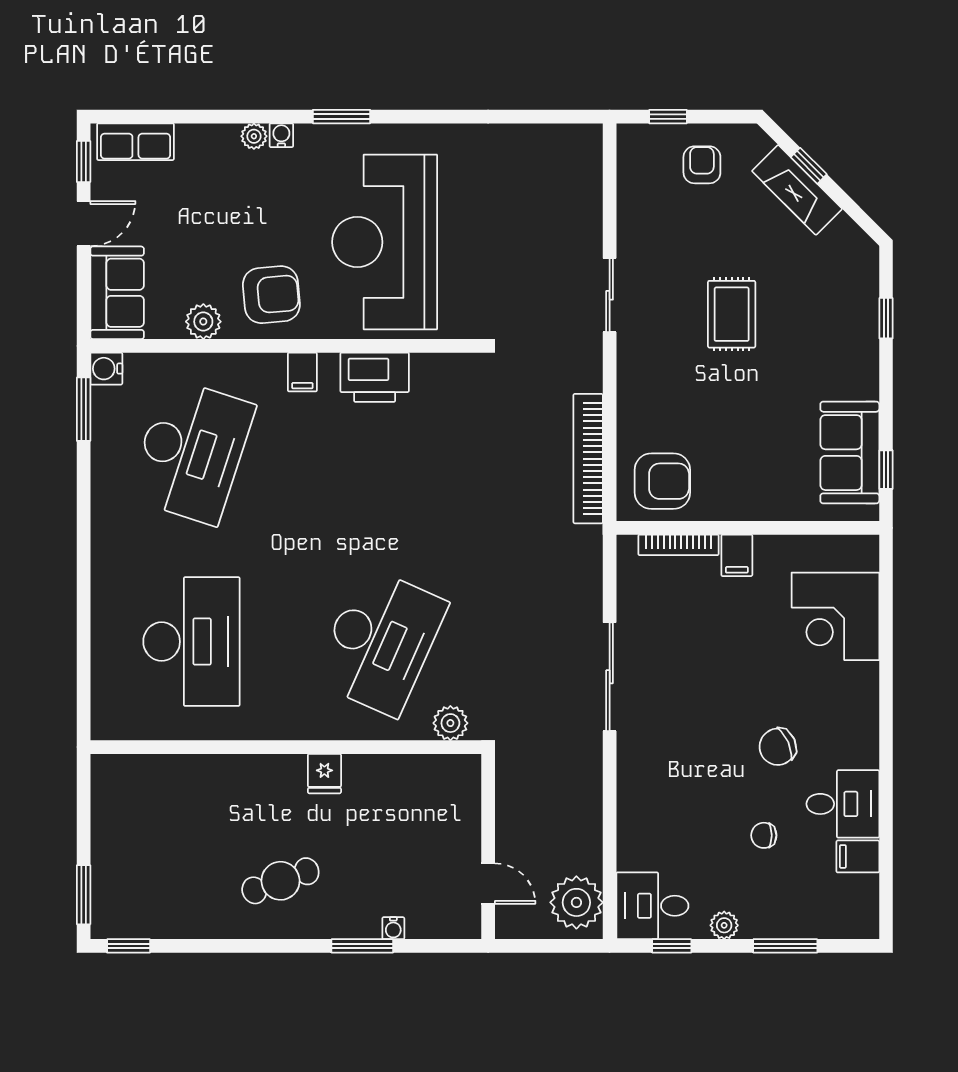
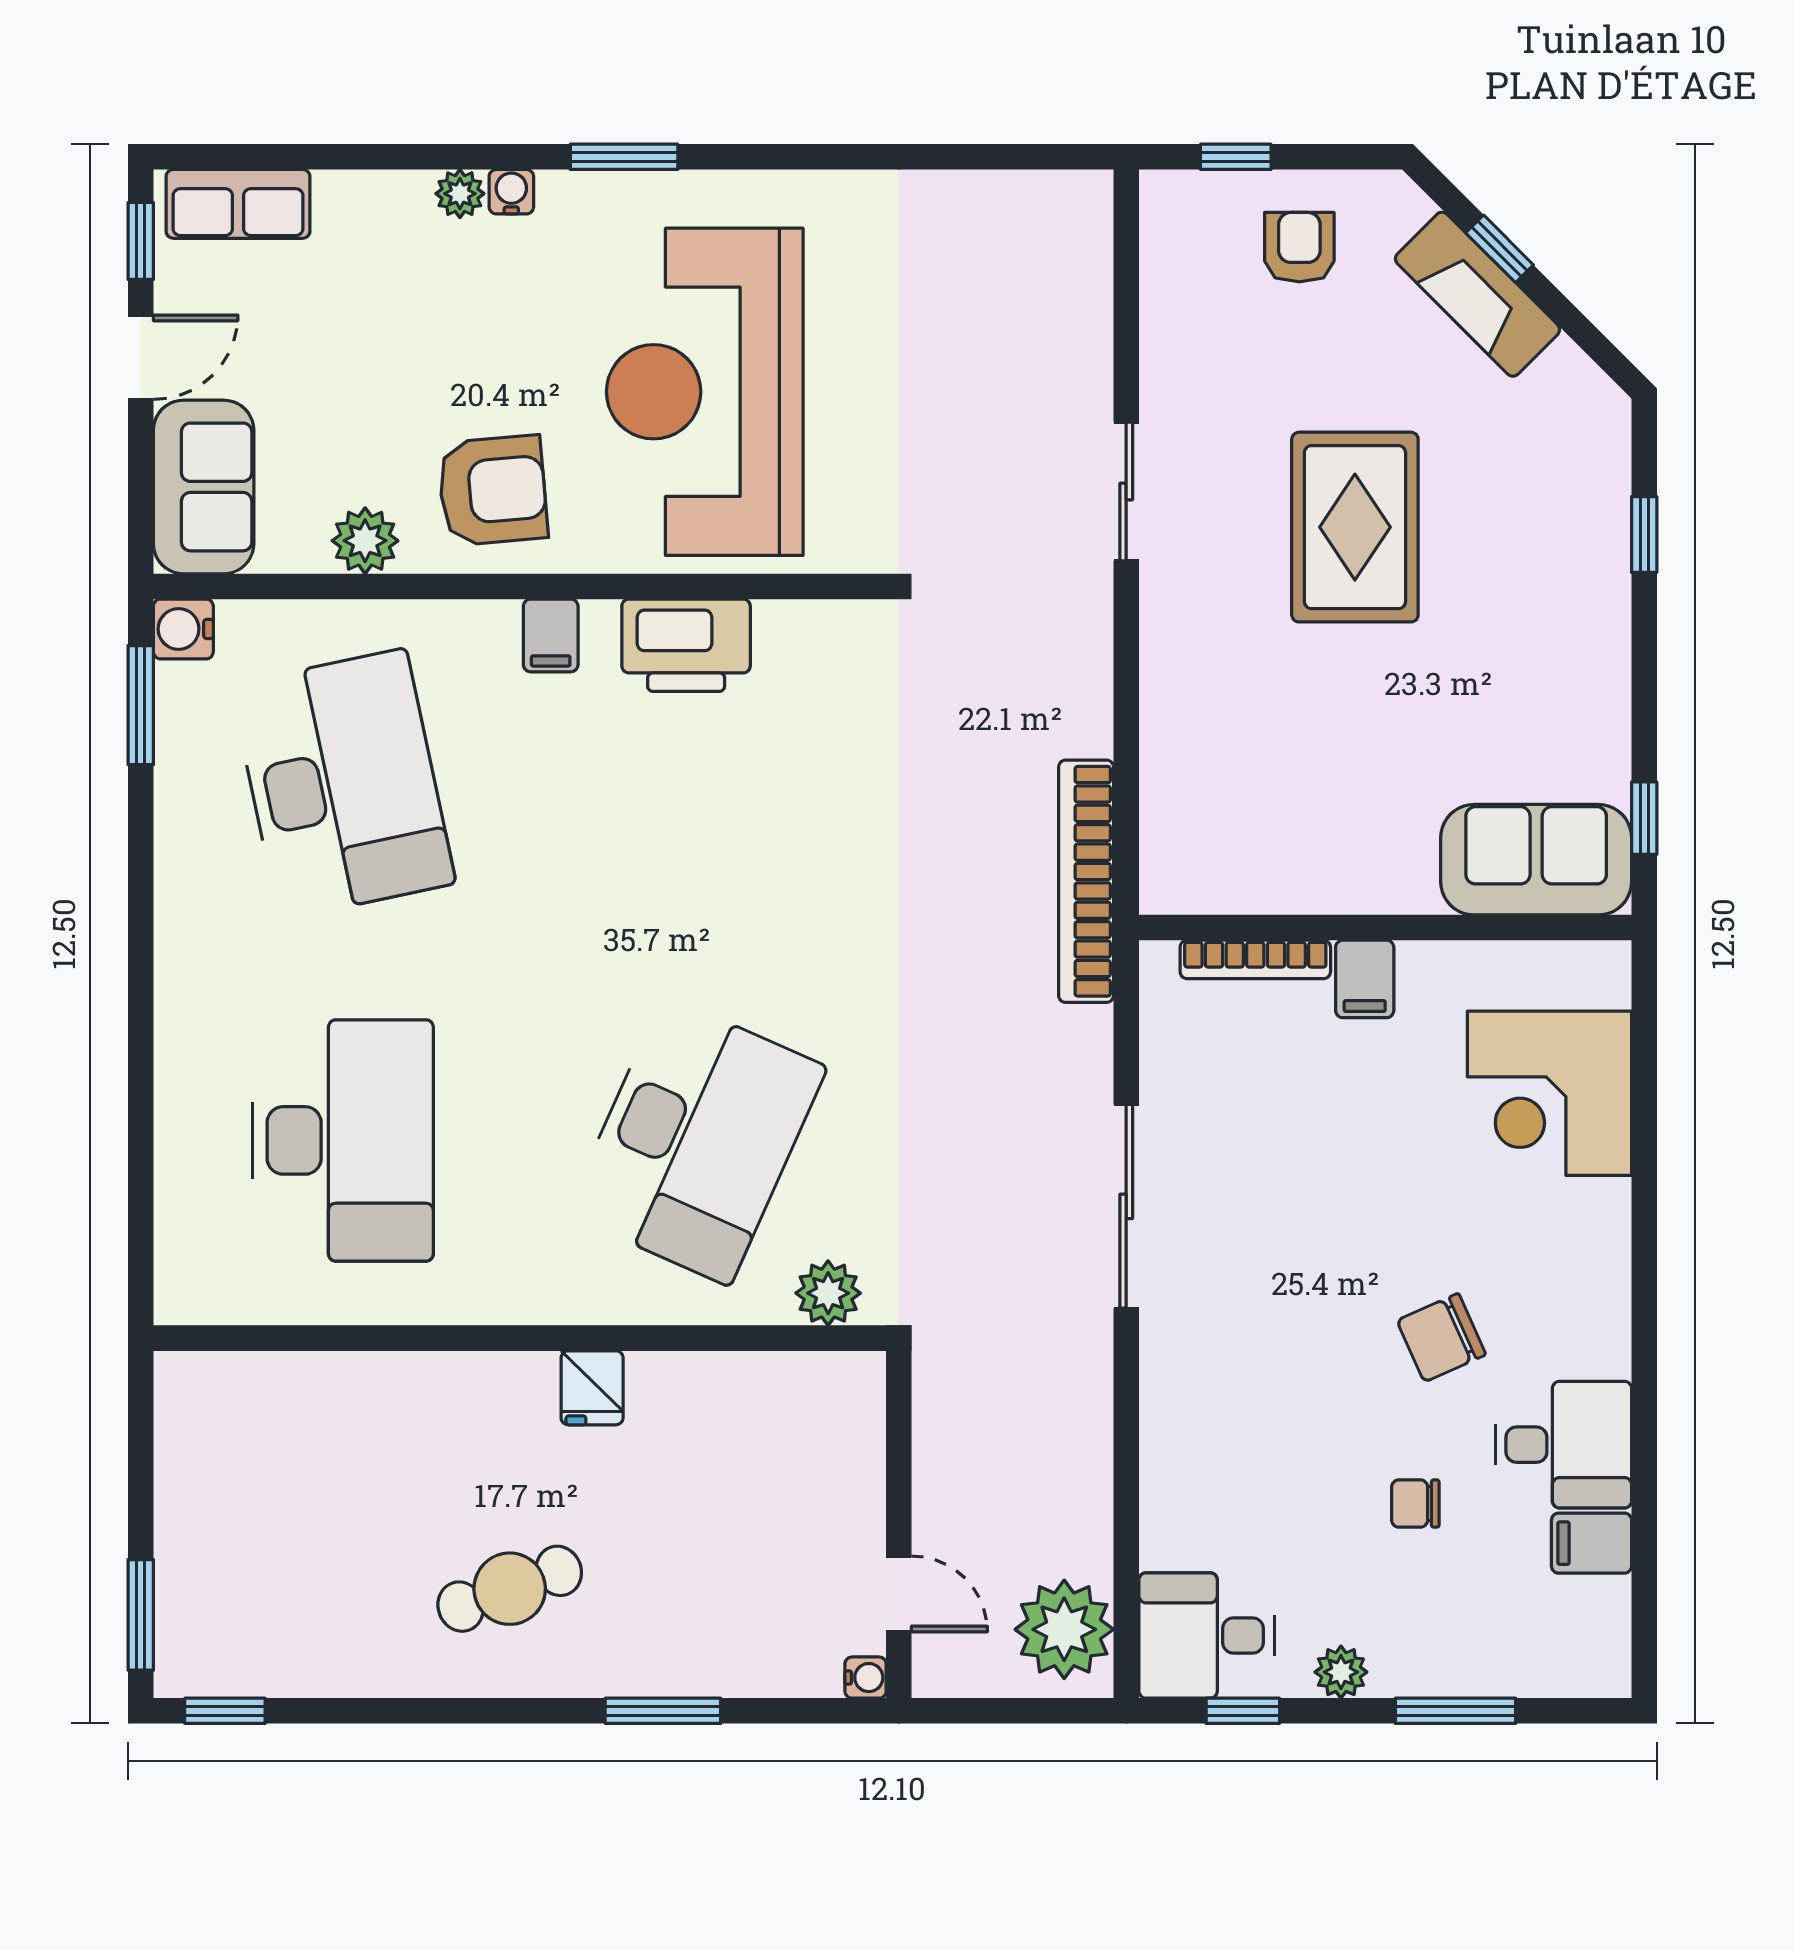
rug: (732, 314) -> (1355, 527), width x1.36, depth x1.43
desk: (191, 451) -> (343, 784), turned -30
sofa: (850, 453) -> (1536, 860), moved, turned 90
bookcase: (588, 459) -> (1086, 881), moved
armchair: (662, 481) -> (1225, 840), removed
water cooler: (393, 928) -> (866, 1678), moved, turned -90

